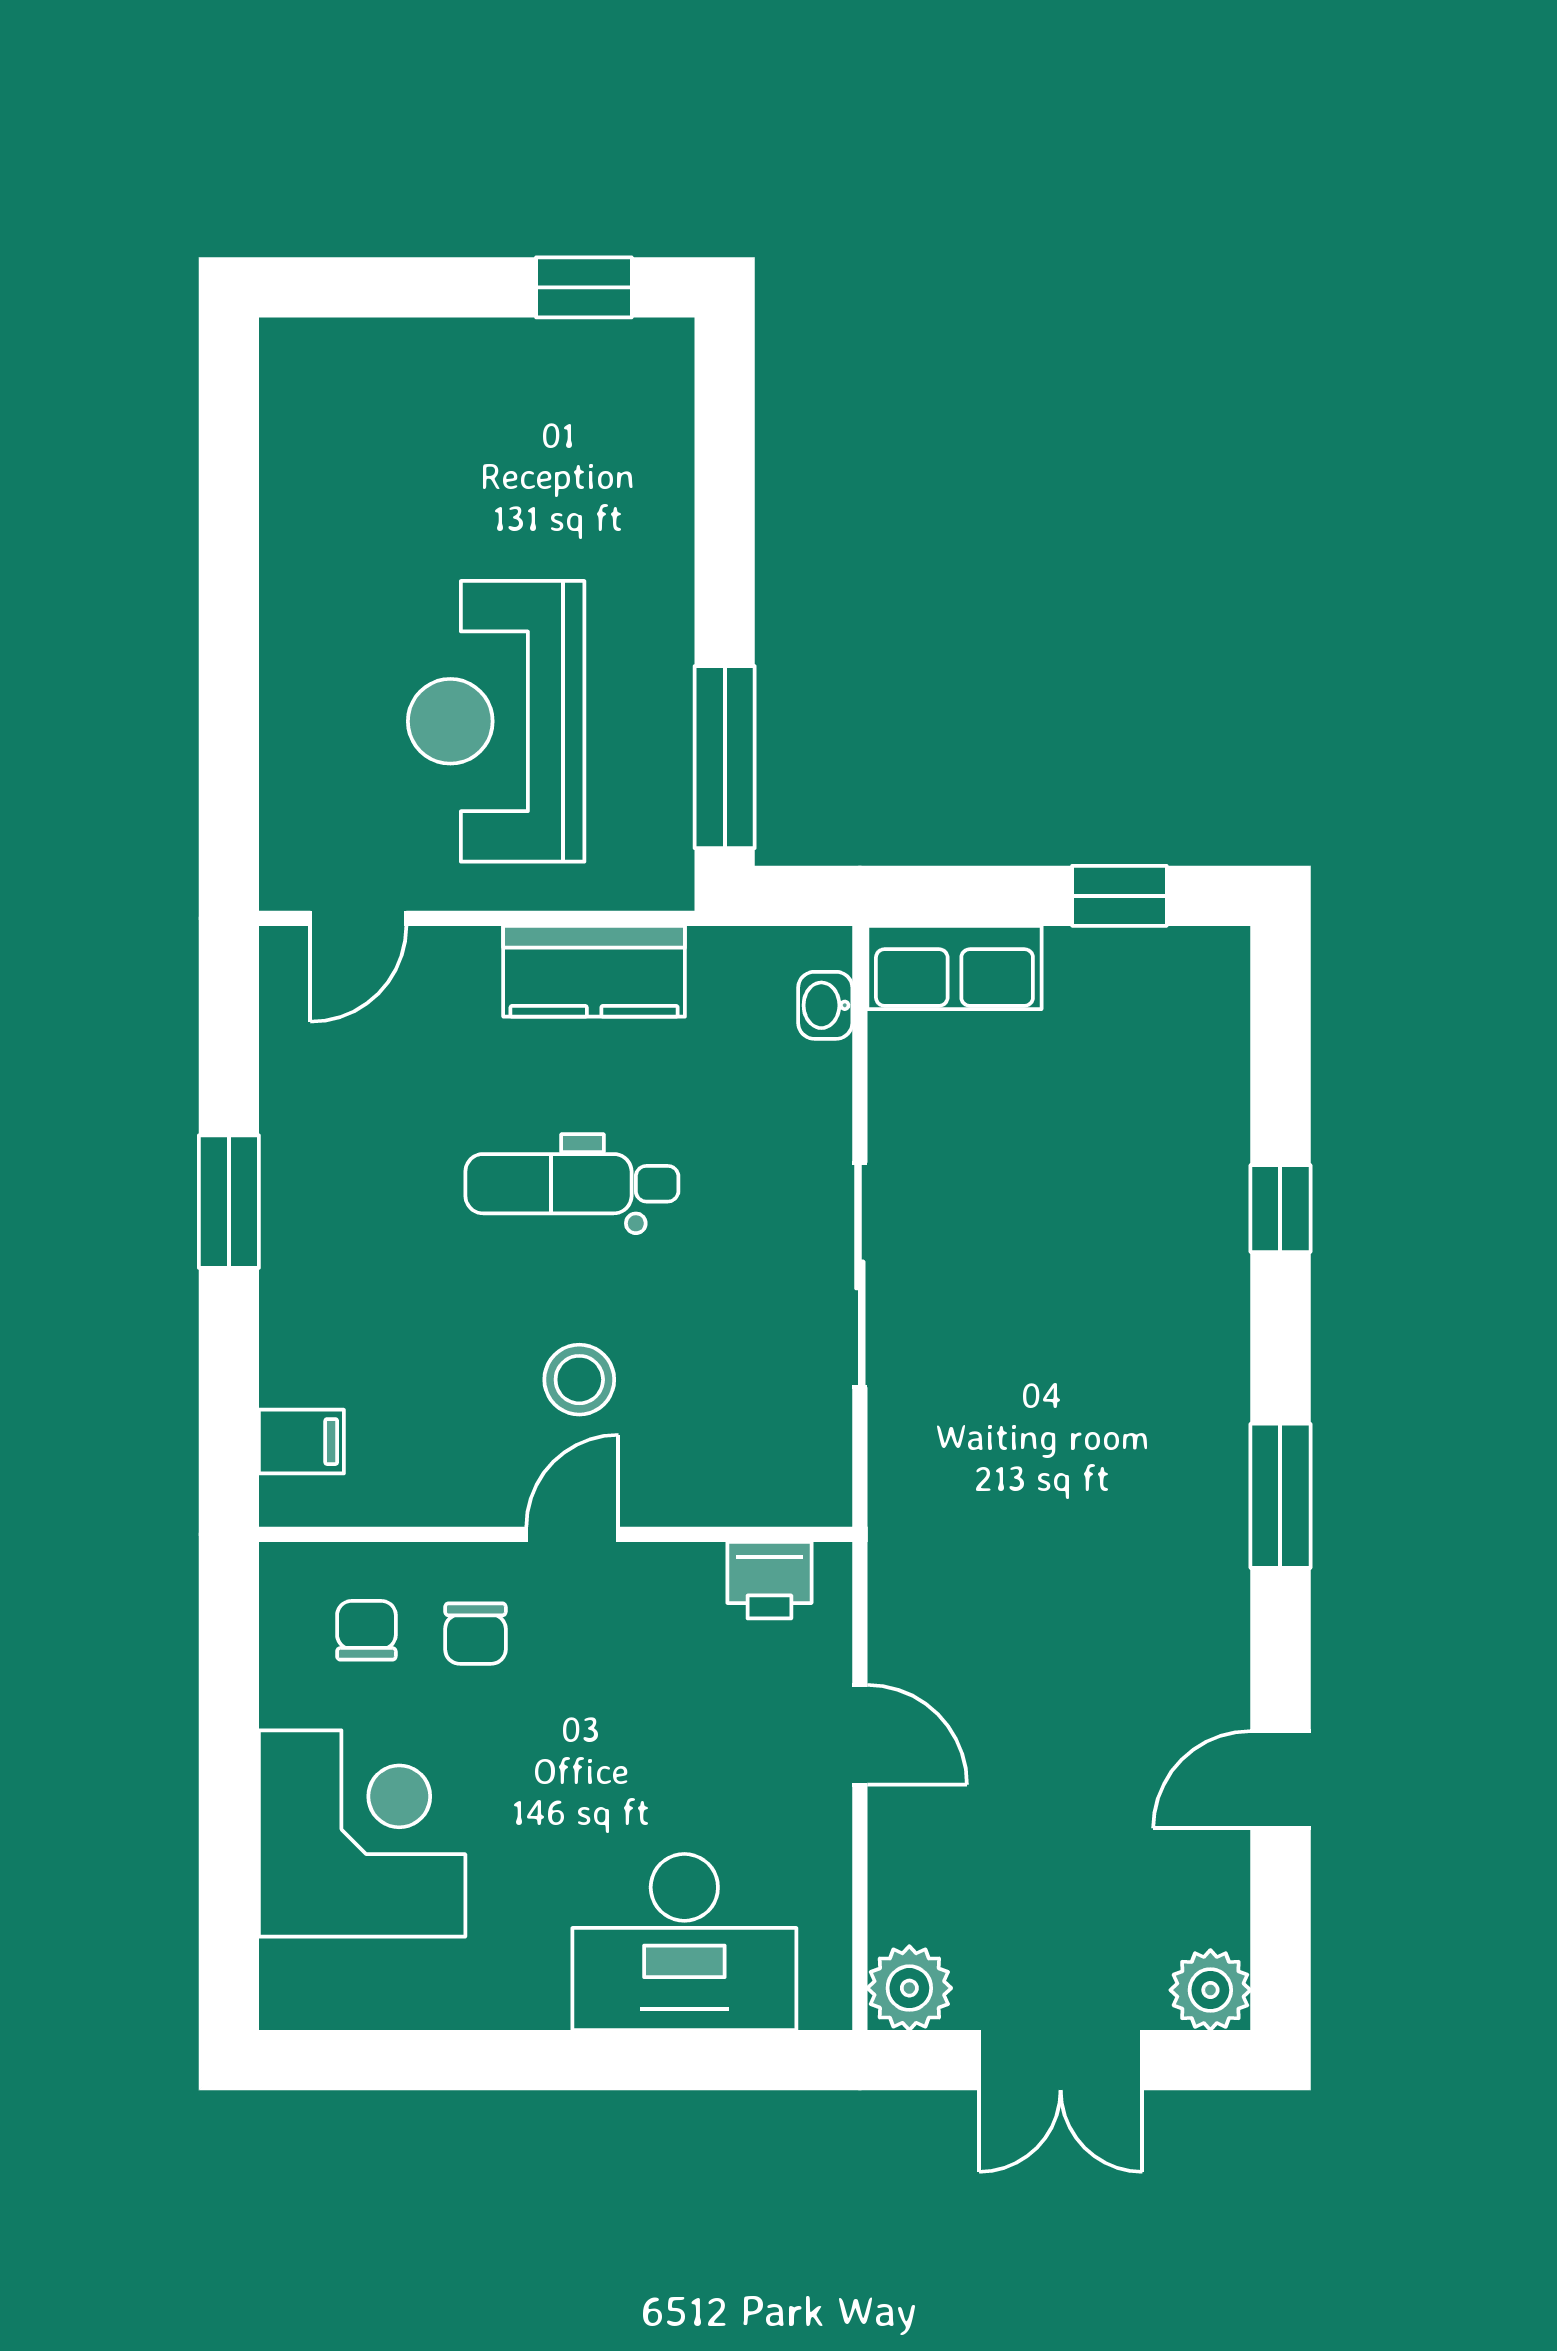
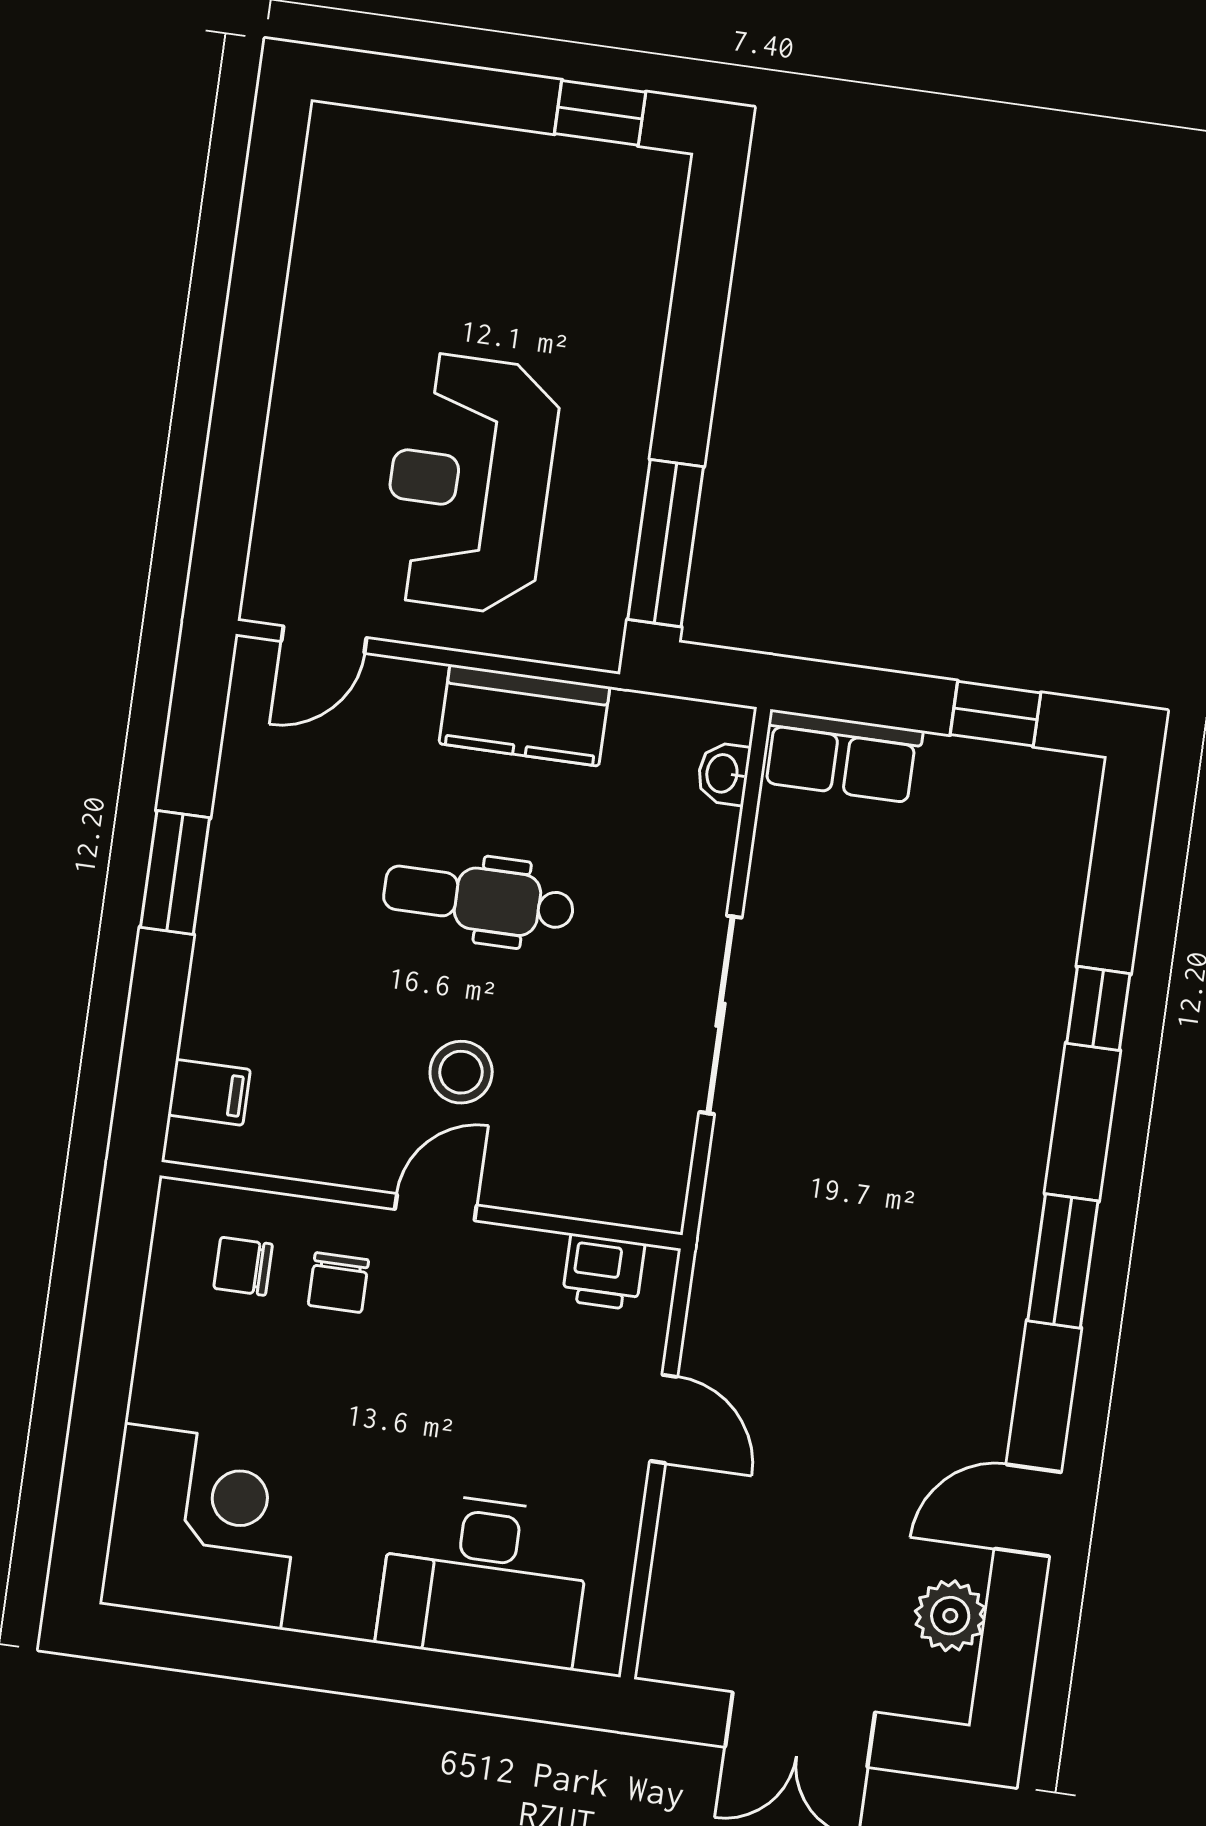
chair: (366, 1630) -> (243, 1266), turned -90
corner desk: (362, 1833) -> (203, 1526), moved
plant: (909, 1988) -> (676, 1648), removed
plant: (1210, 1990) -> (950, 1616), moved

